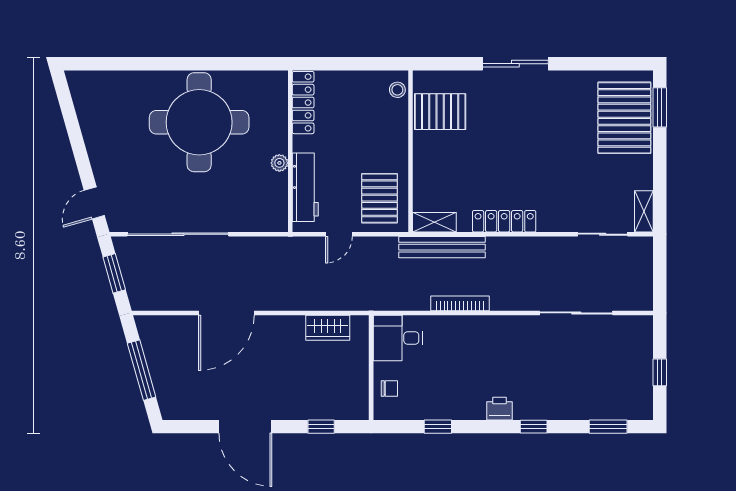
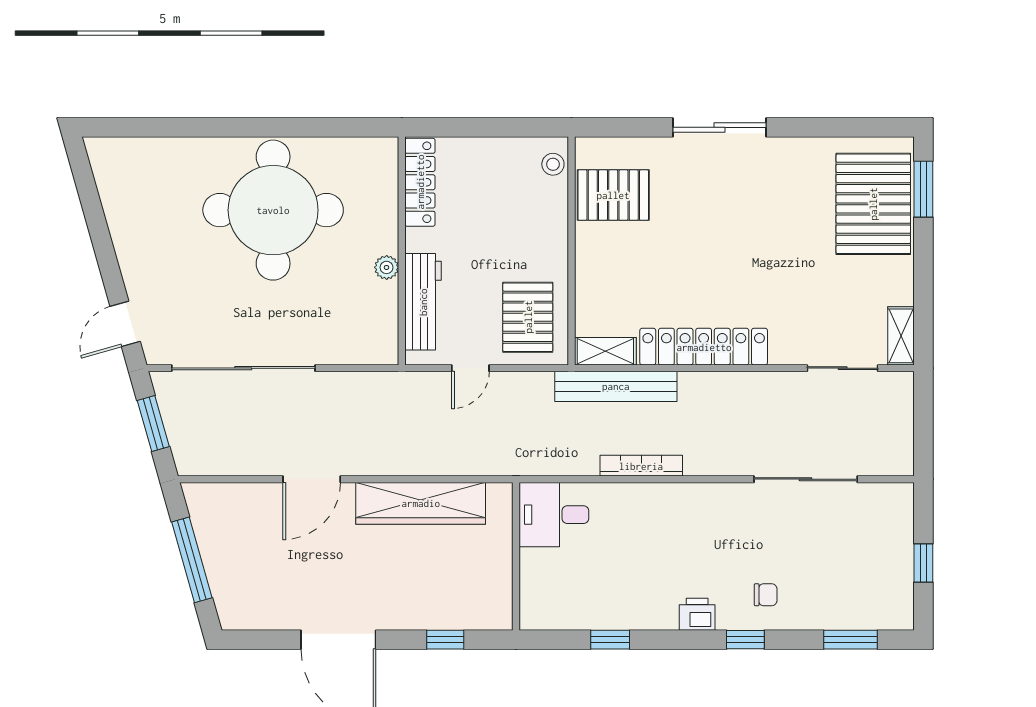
locker: (504, 221) -> (704, 347), width x1.41, depth x1.21
door: (226, 313) -> (312, 479), width x0.73
wardrobe: (328, 328) -> (421, 503), width x2.10, depth x1.17
chair: (389, 389) -> (766, 595), moved

